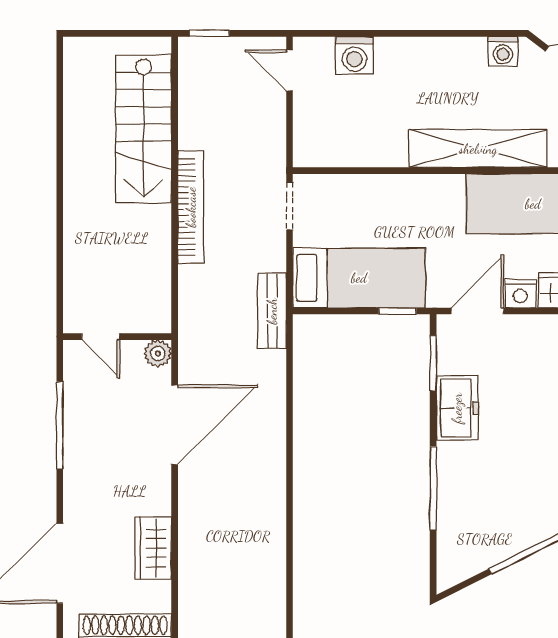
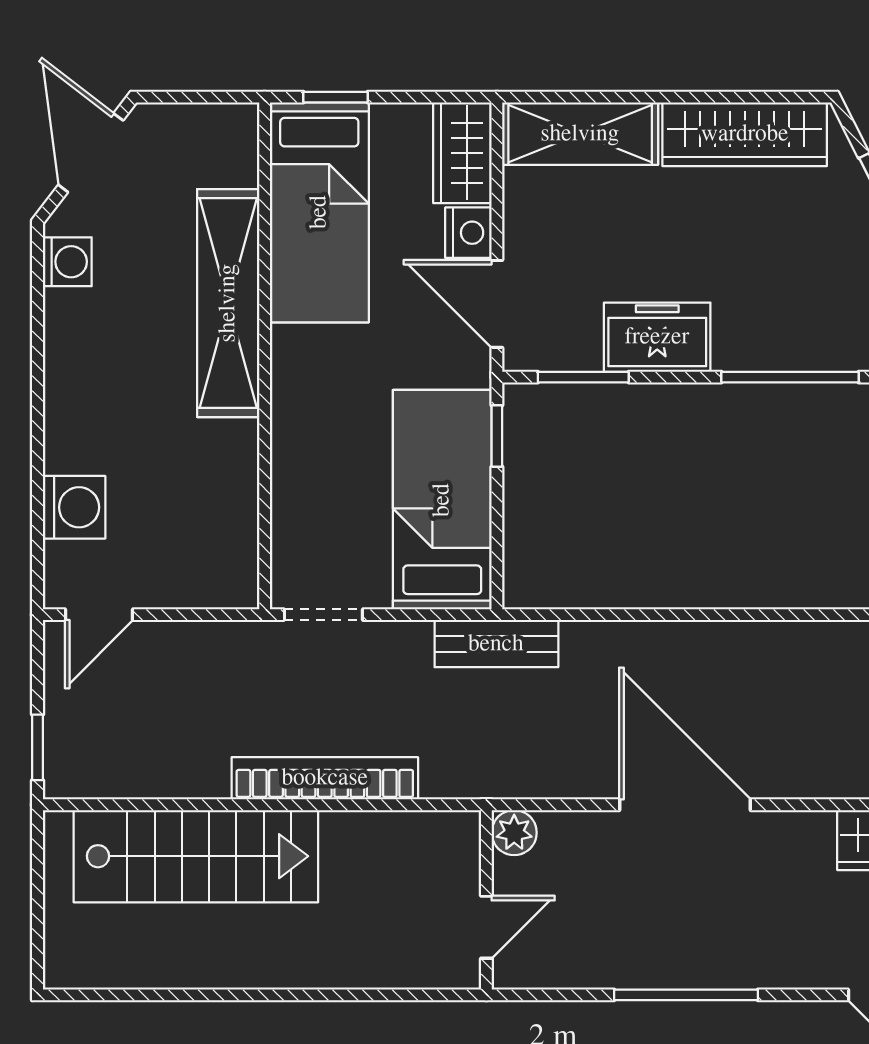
door: (101, 337) -> (486, 927), moved
wall: (117, 337) -> (486, 900), moved
plant: (158, 353) -> (514, 833), moved

